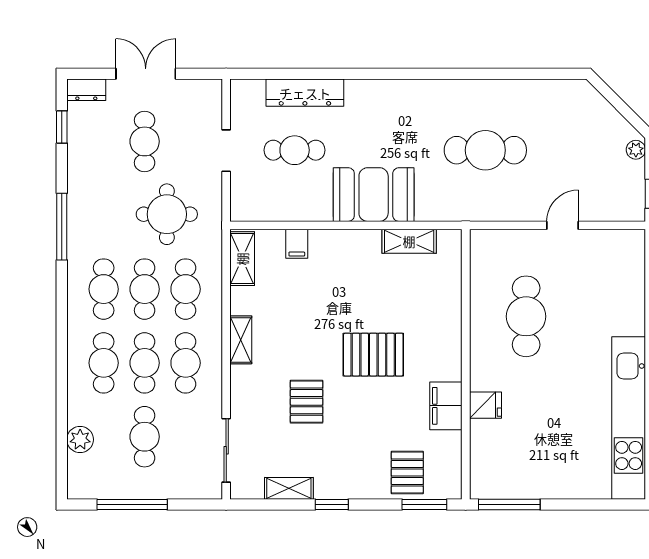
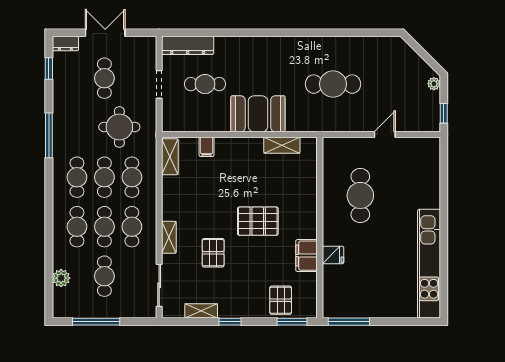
dresser: (305, 93) -> (188, 45), moved
shelving: (241, 340) -> (169, 237), moved

